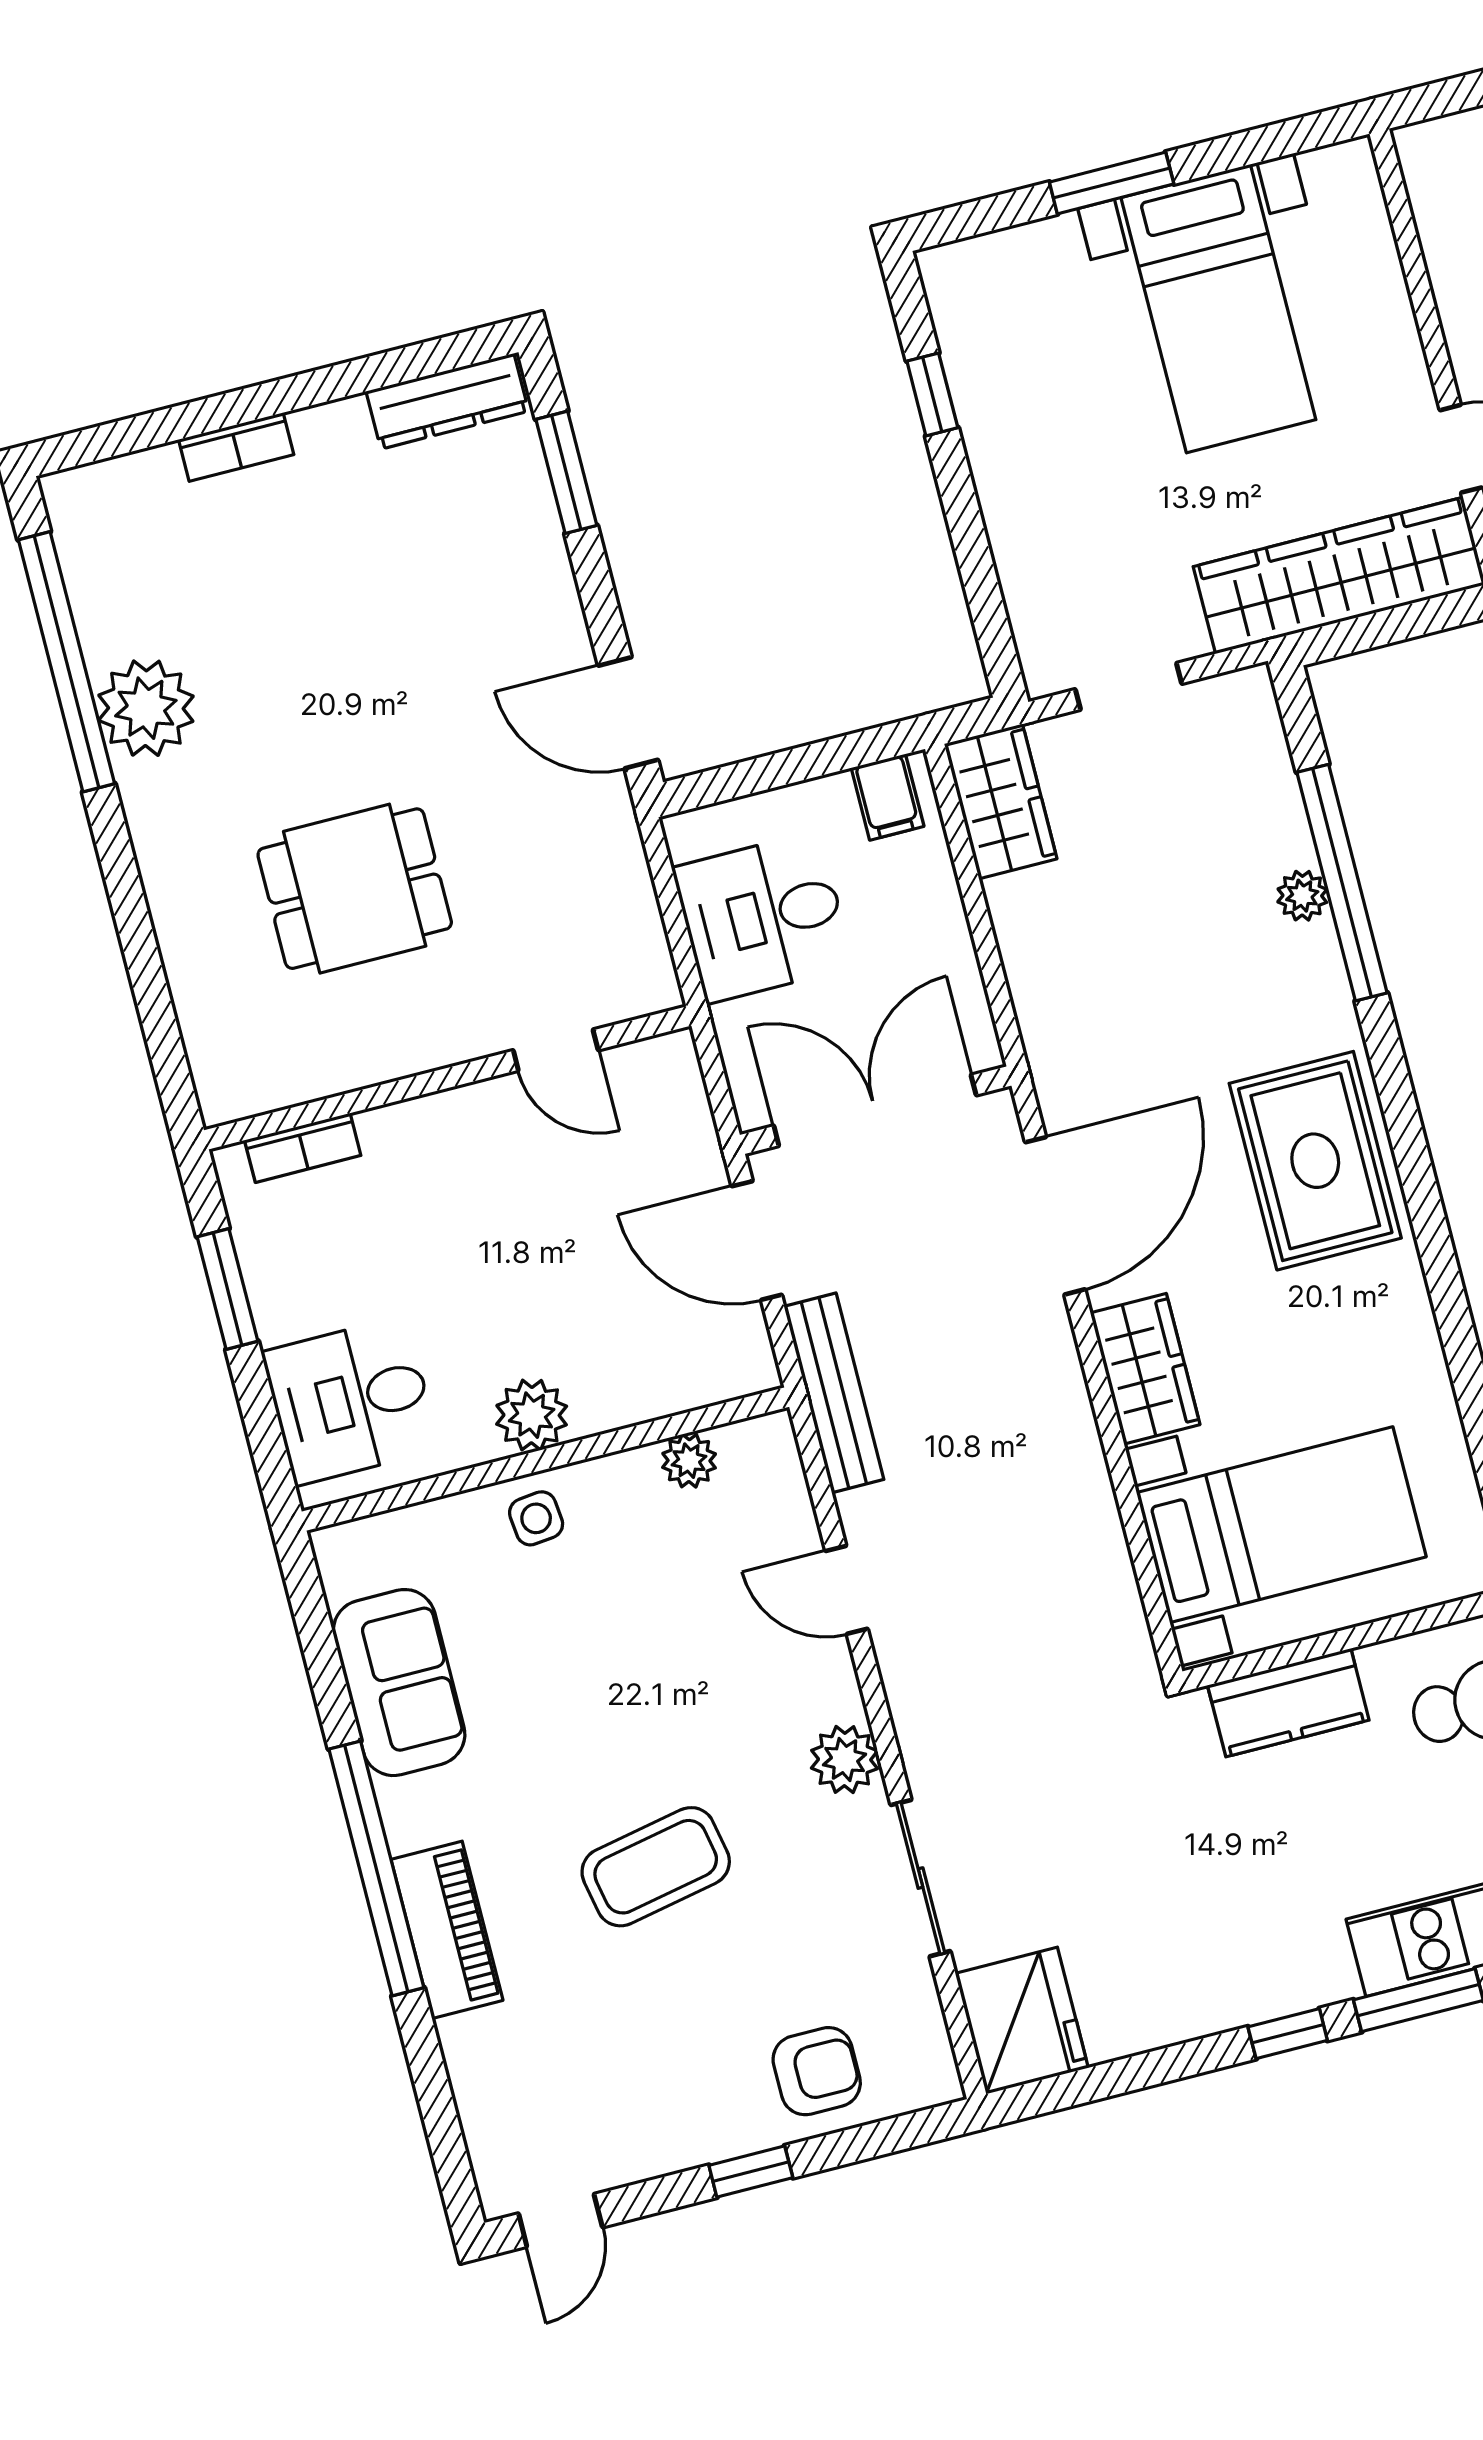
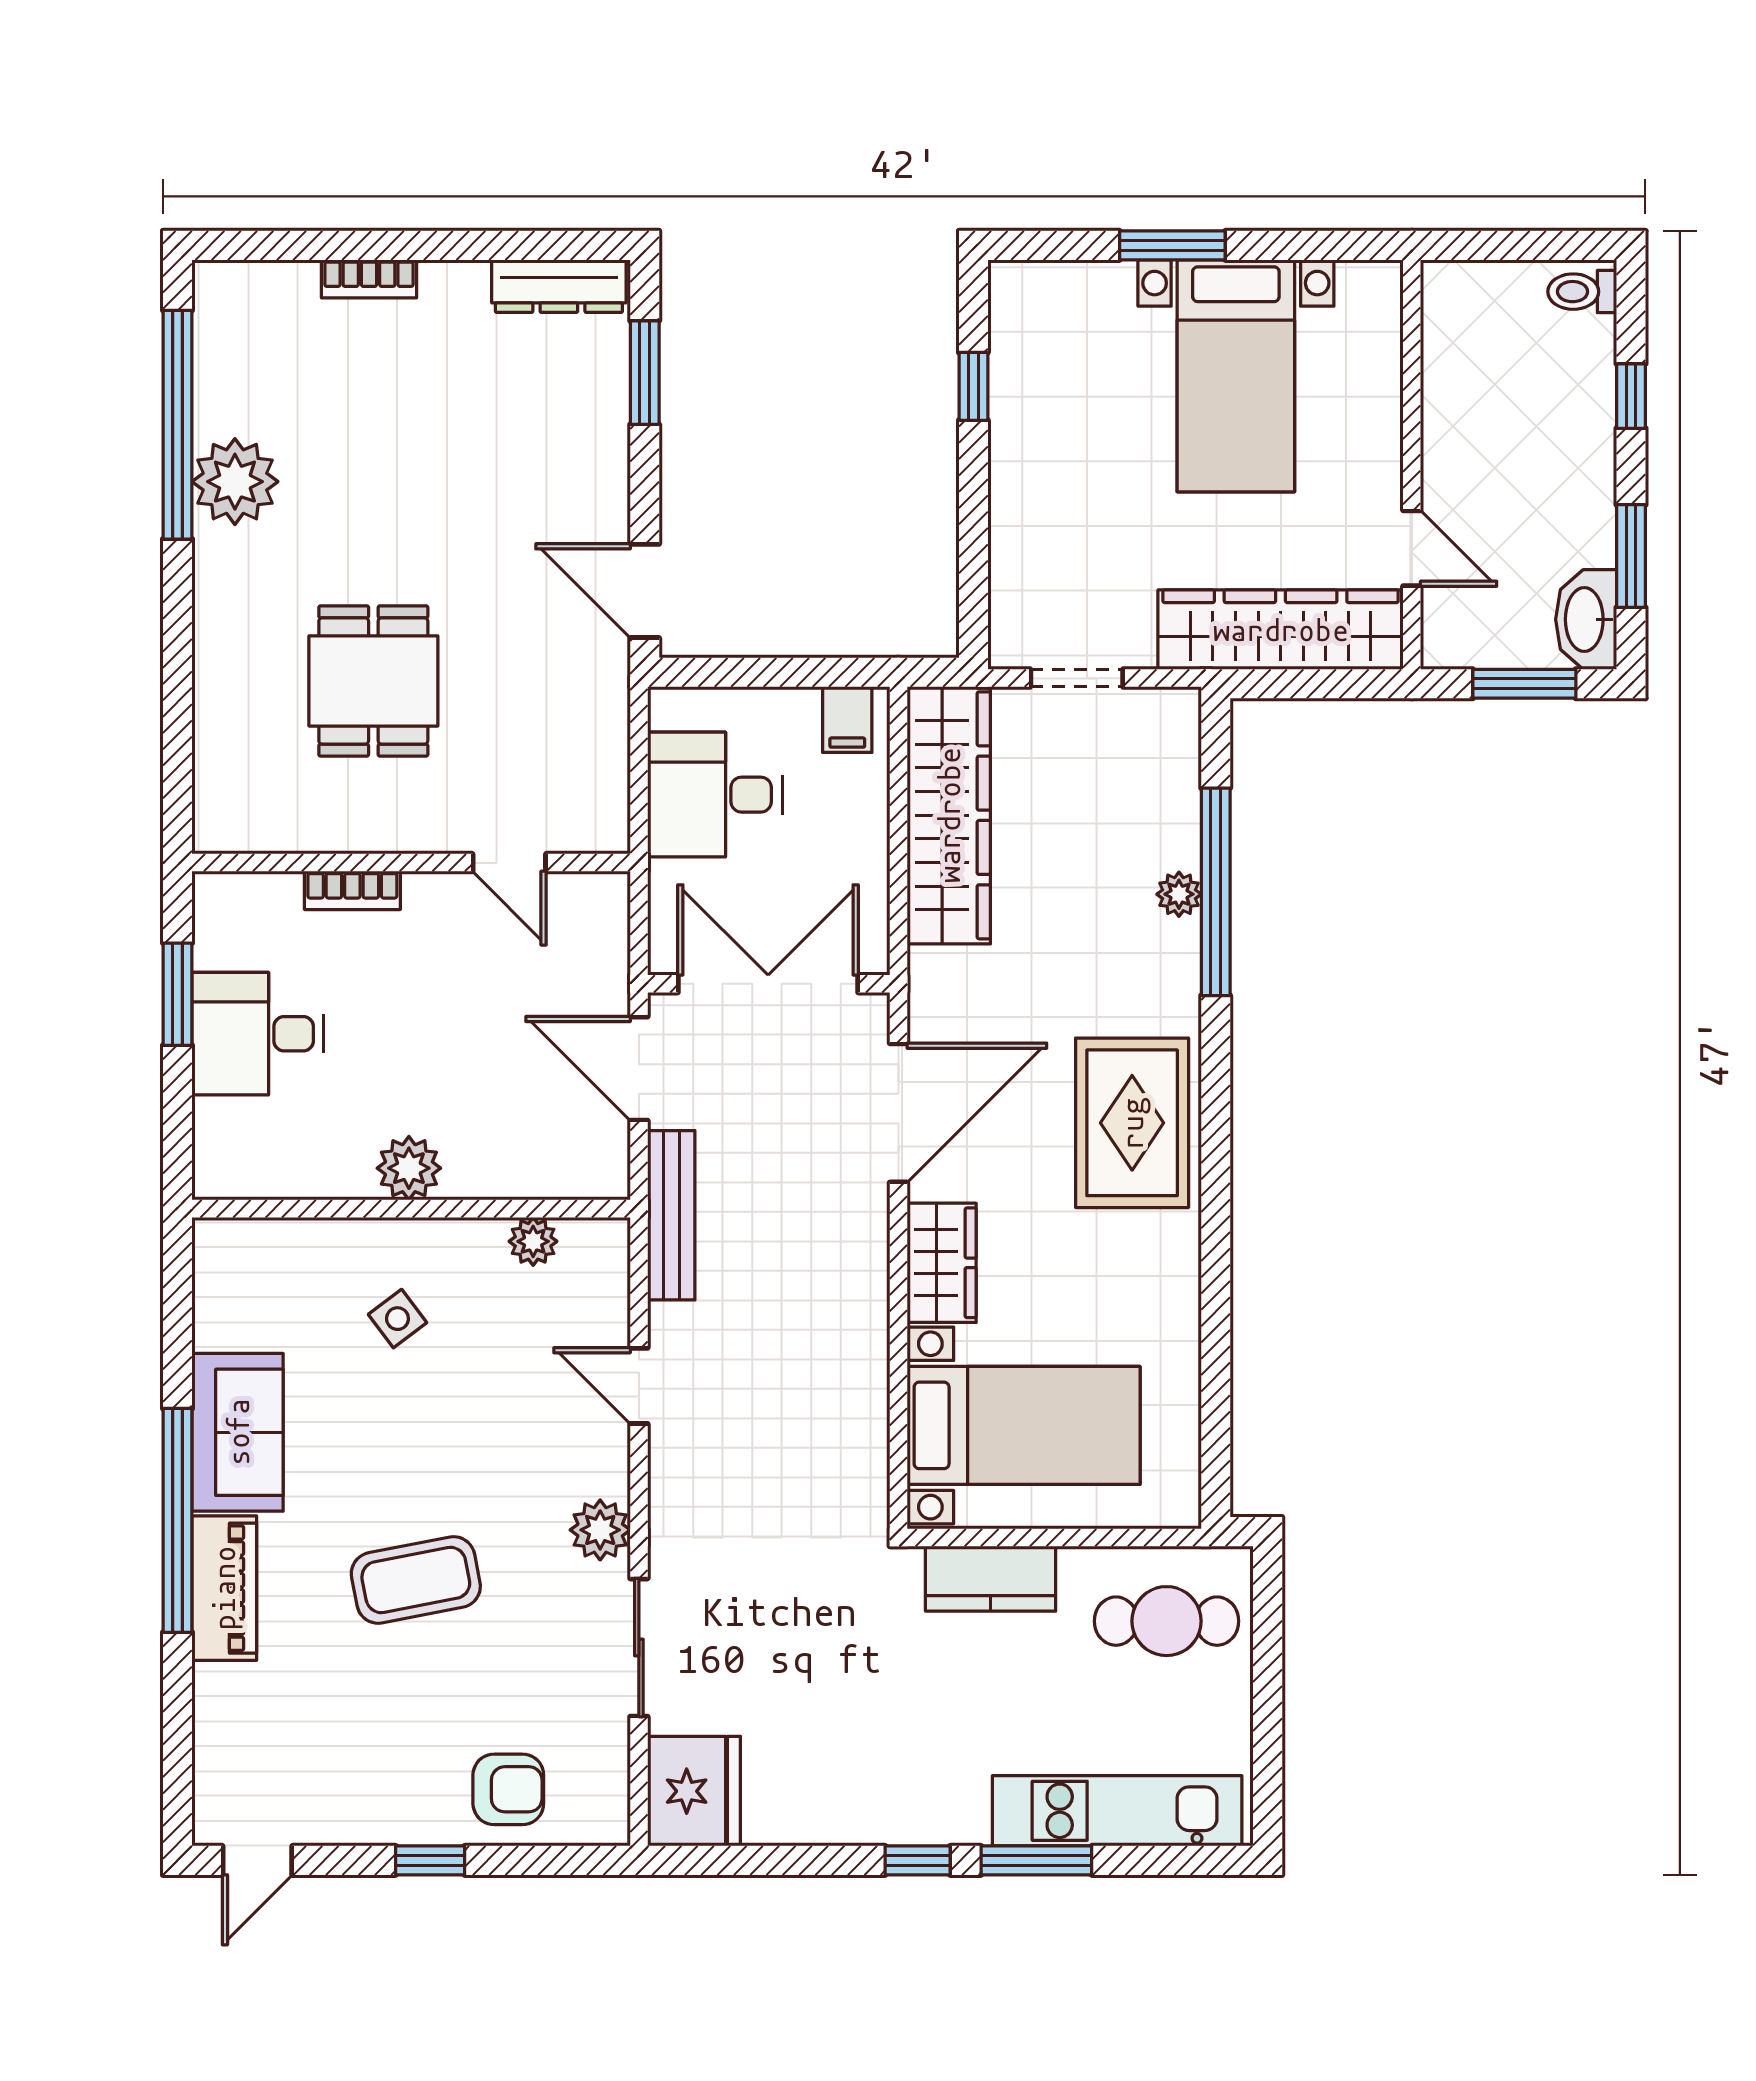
wardrobe: (1001, 801) -> (949, 815), width x2.10, depth x1.17
dining table: (355, 889) -> (373, 681), turned 90
bookcase: (303, 1148) -> (352, 890), moved
desk: (351, 1401) -> (258, 1034), moved
side table: (536, 1518) -> (397, 1319), moved, turned -31
sofa: (399, 1683) -> (238, 1432), moved

